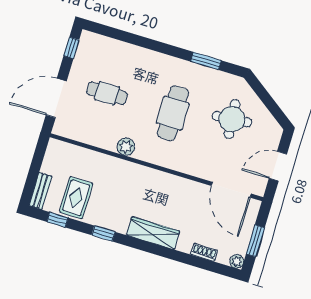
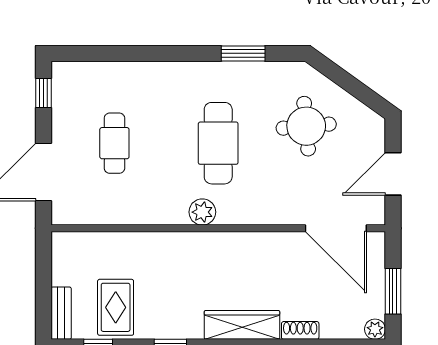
cafe table: (107, 93) -> (114, 143), turned 90
plant: (126, 147) -> (202, 212), moved
shoe rack: (204, 252) -> (300, 330), moved

